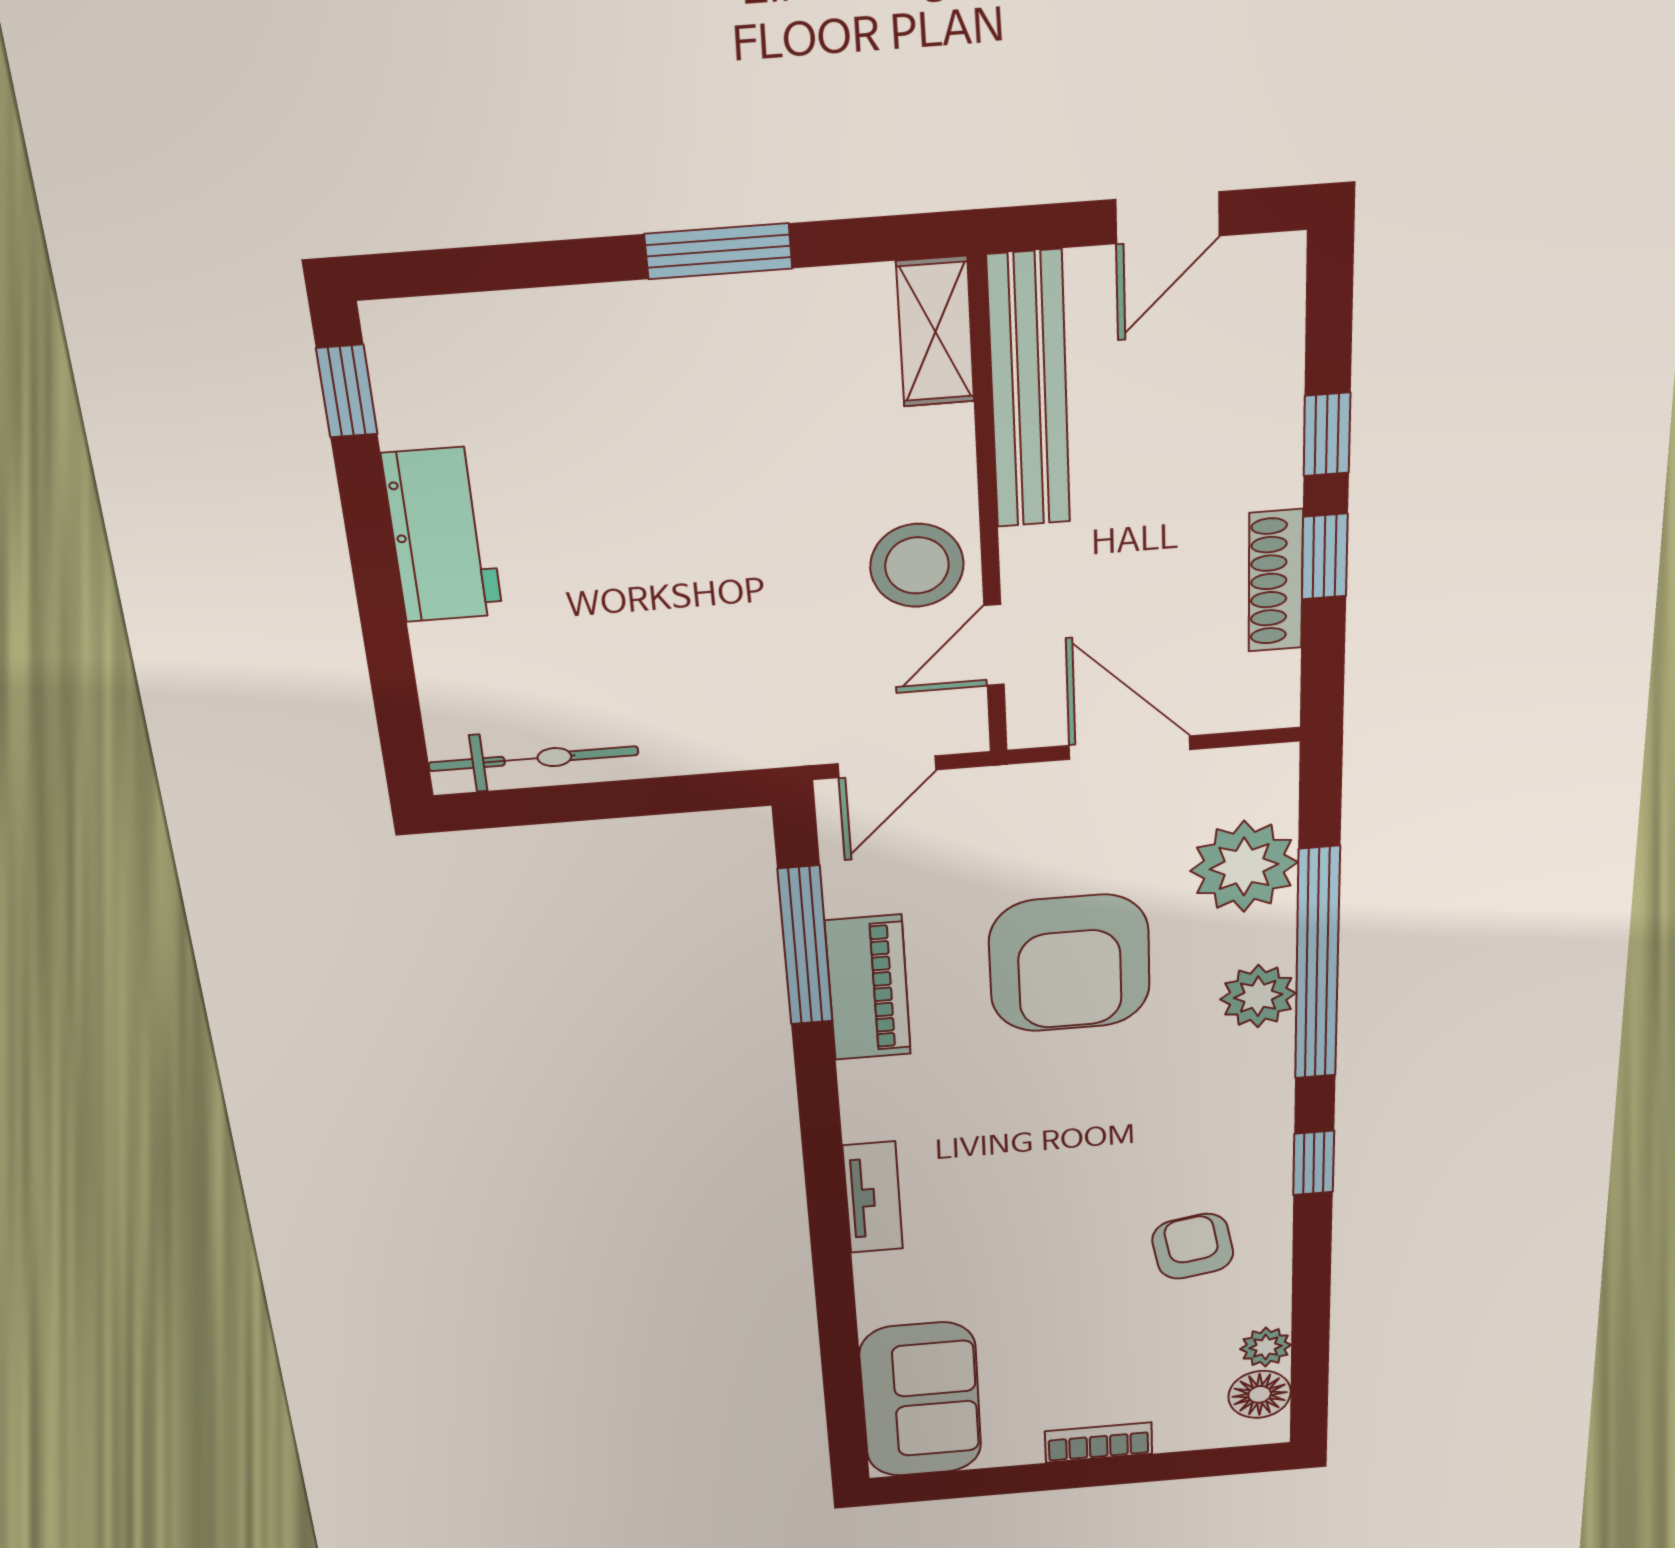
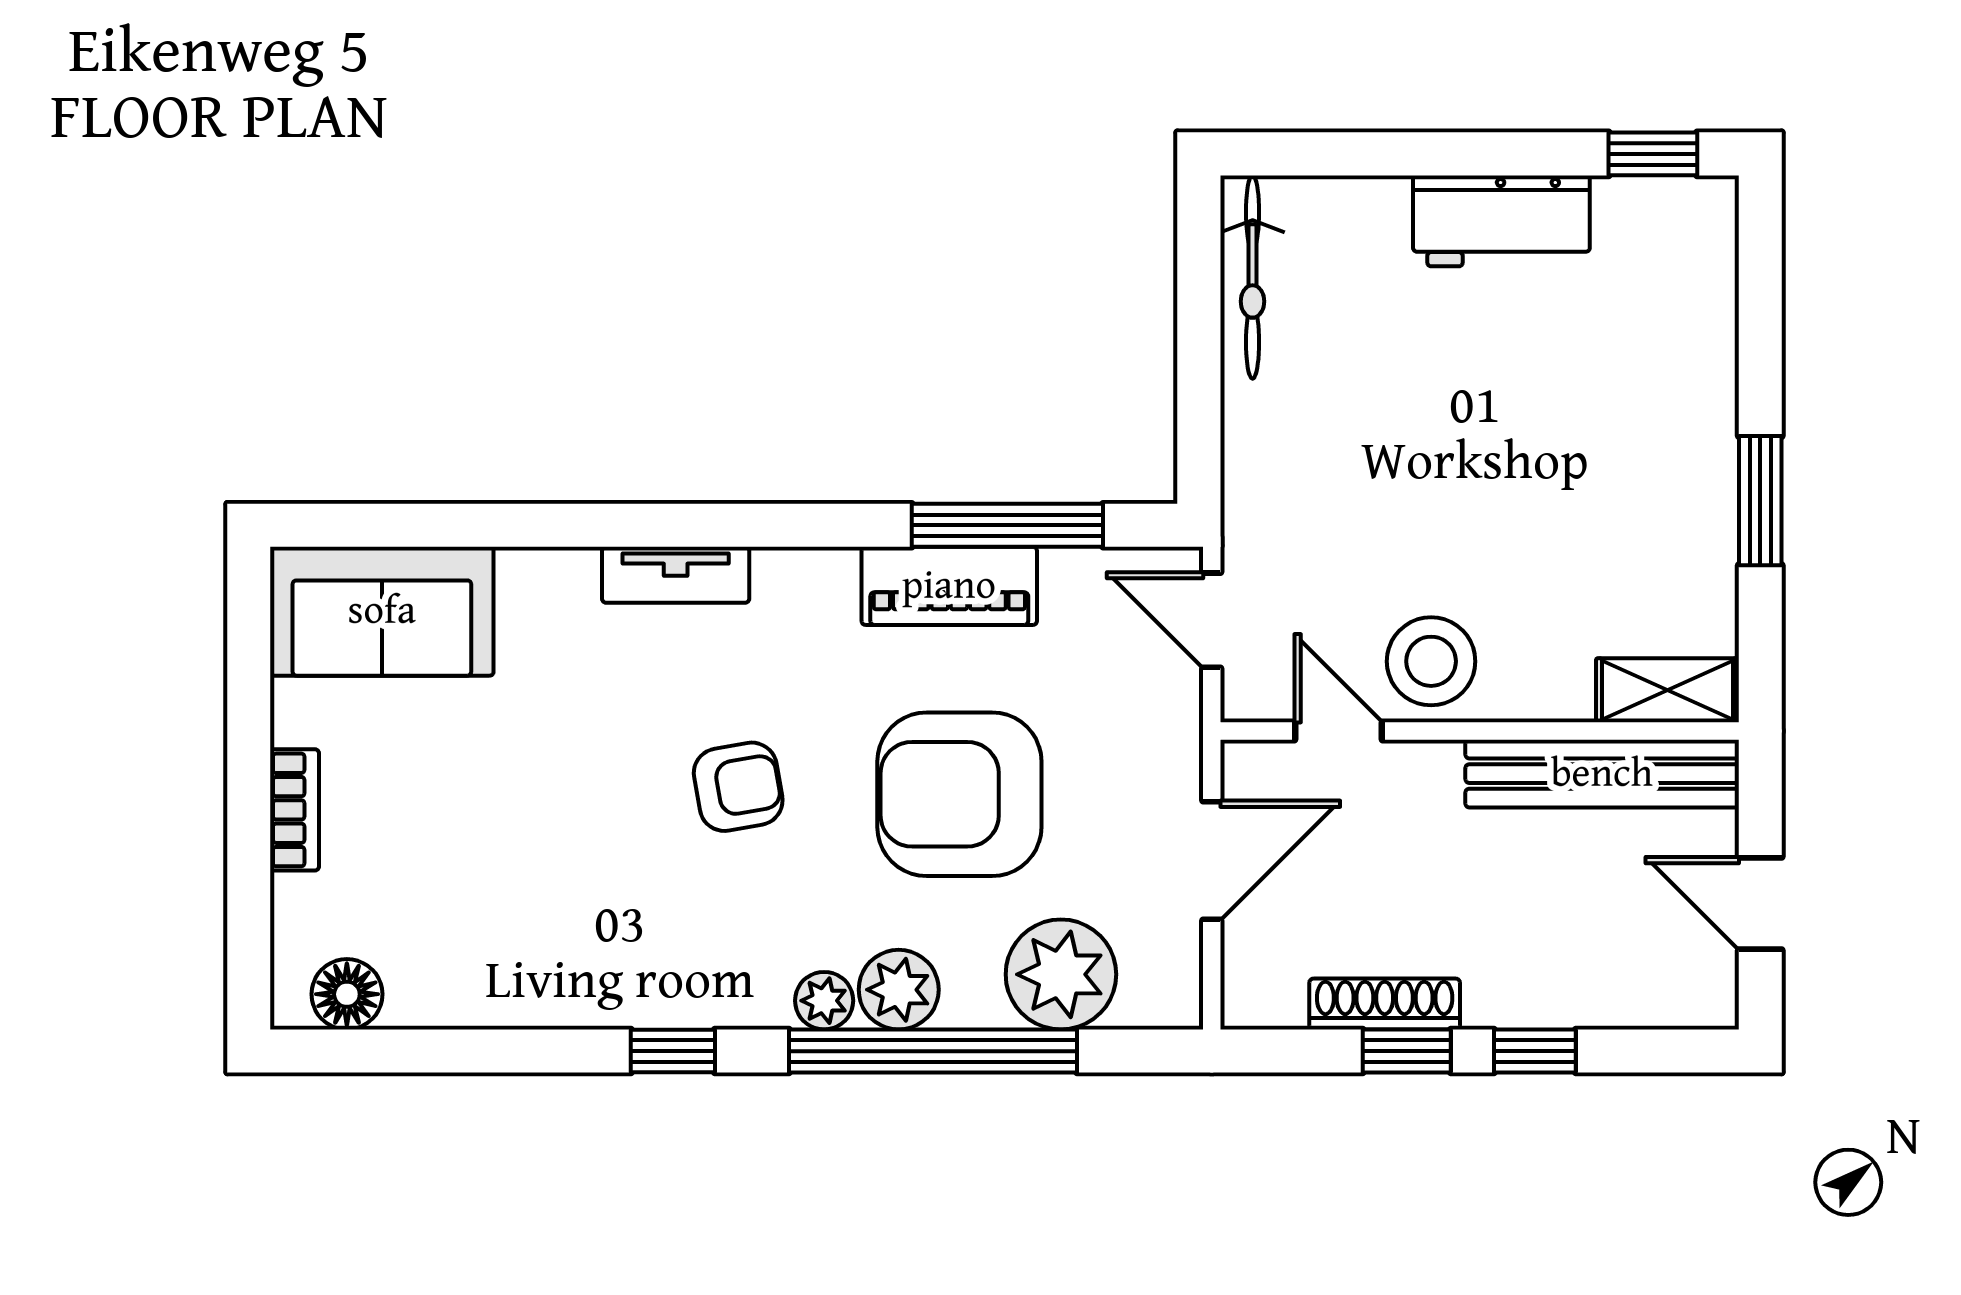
armchair: (1193, 1246) -> (738, 787), moved
plant: (1266, 1347) -> (824, 1001), moved

